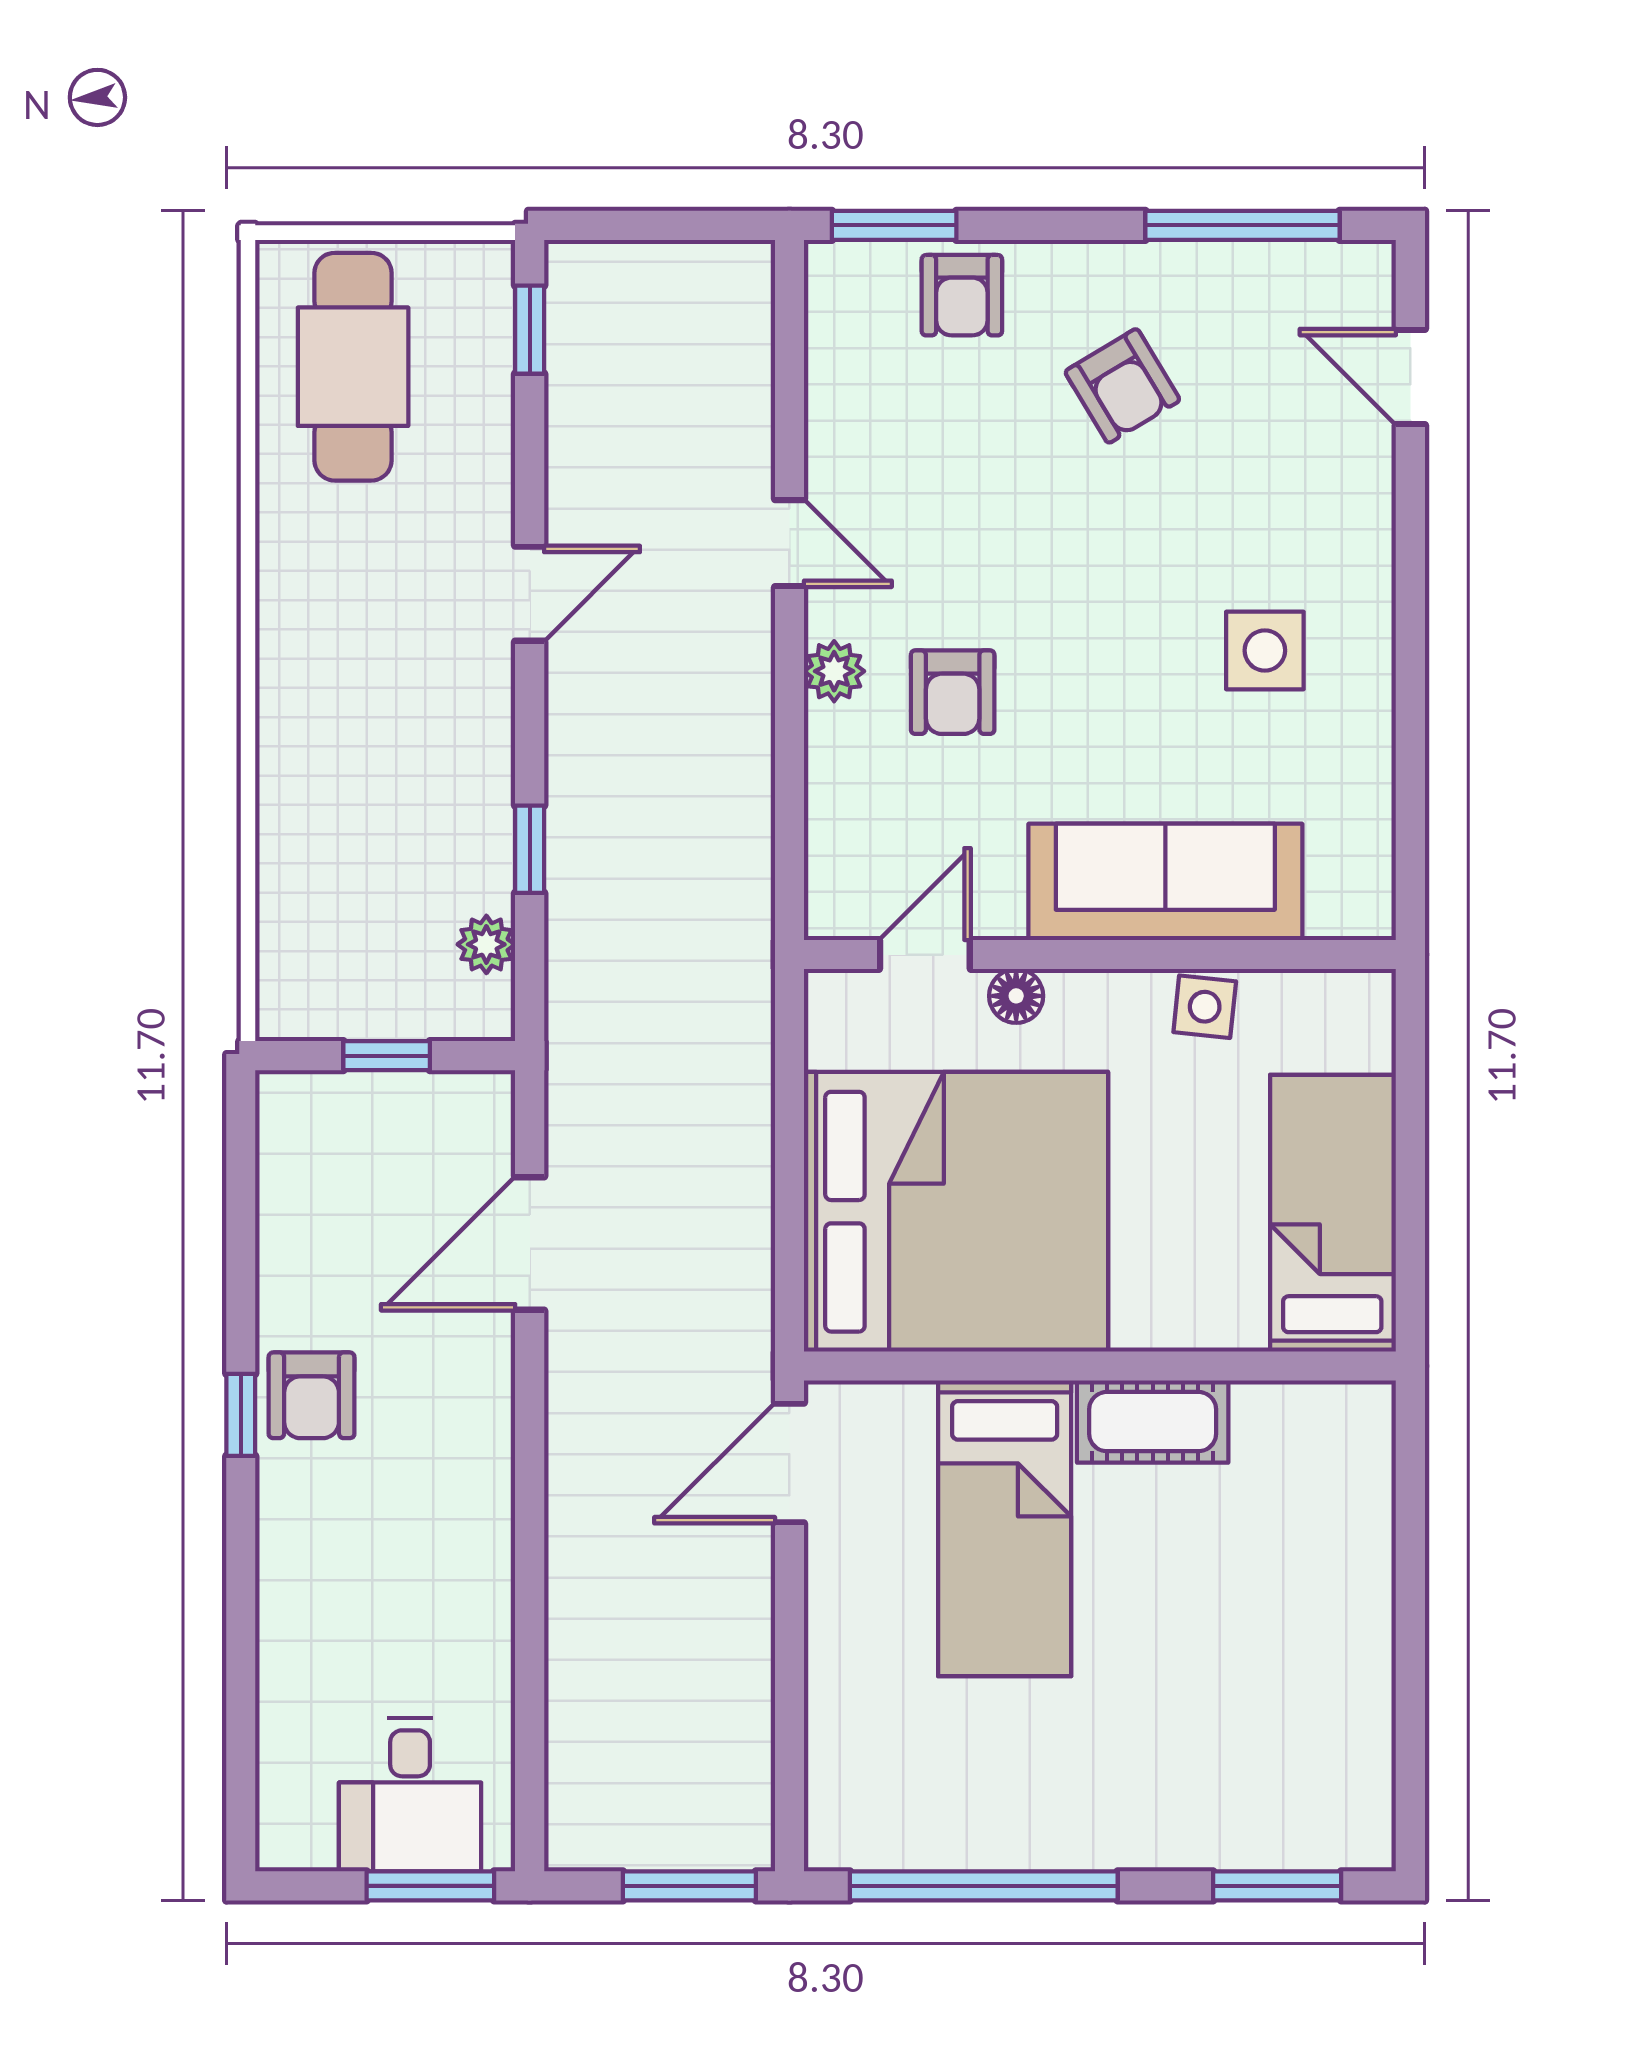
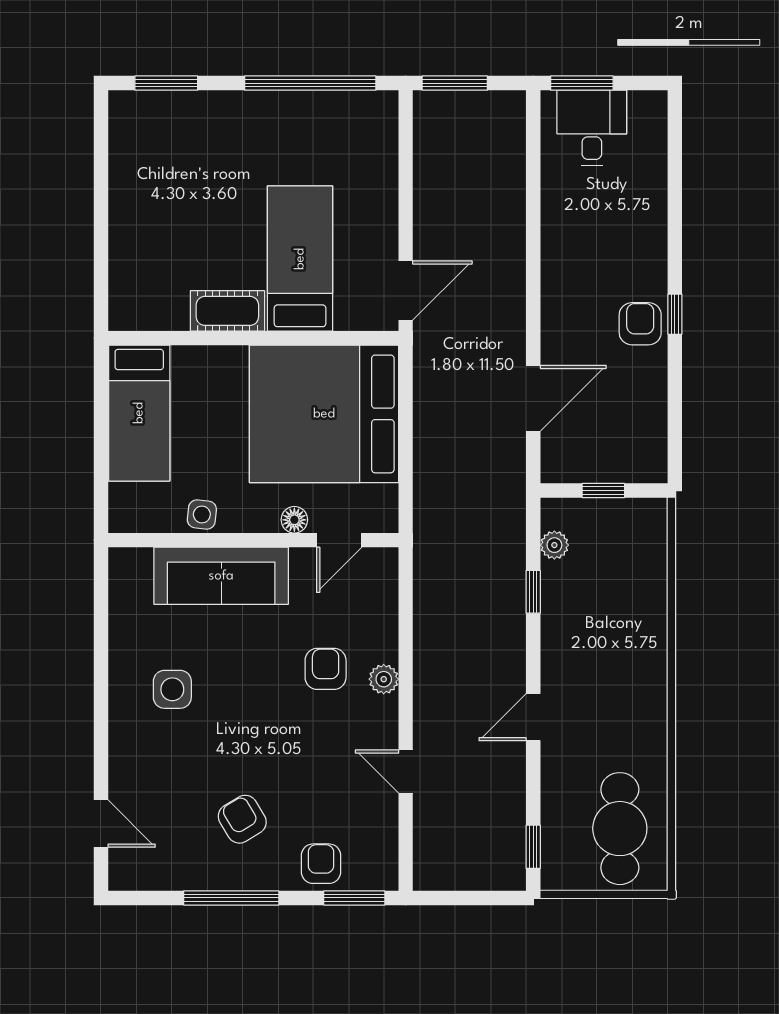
window: (1242, 225) -> (231, 898), moved
door: (789, 543) -> (406, 772), moved

